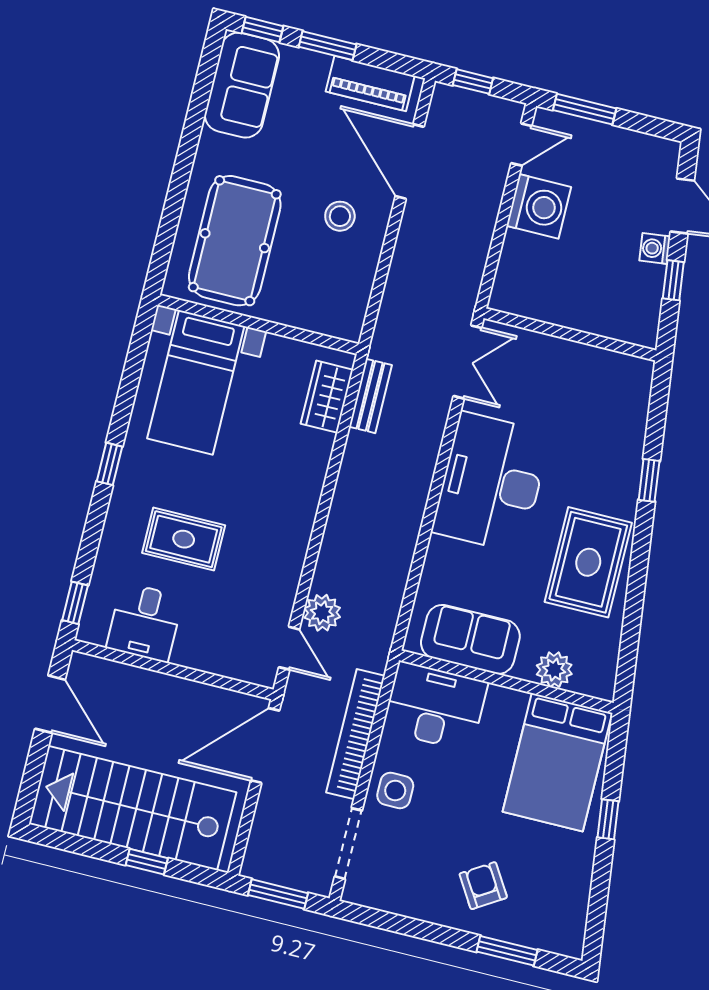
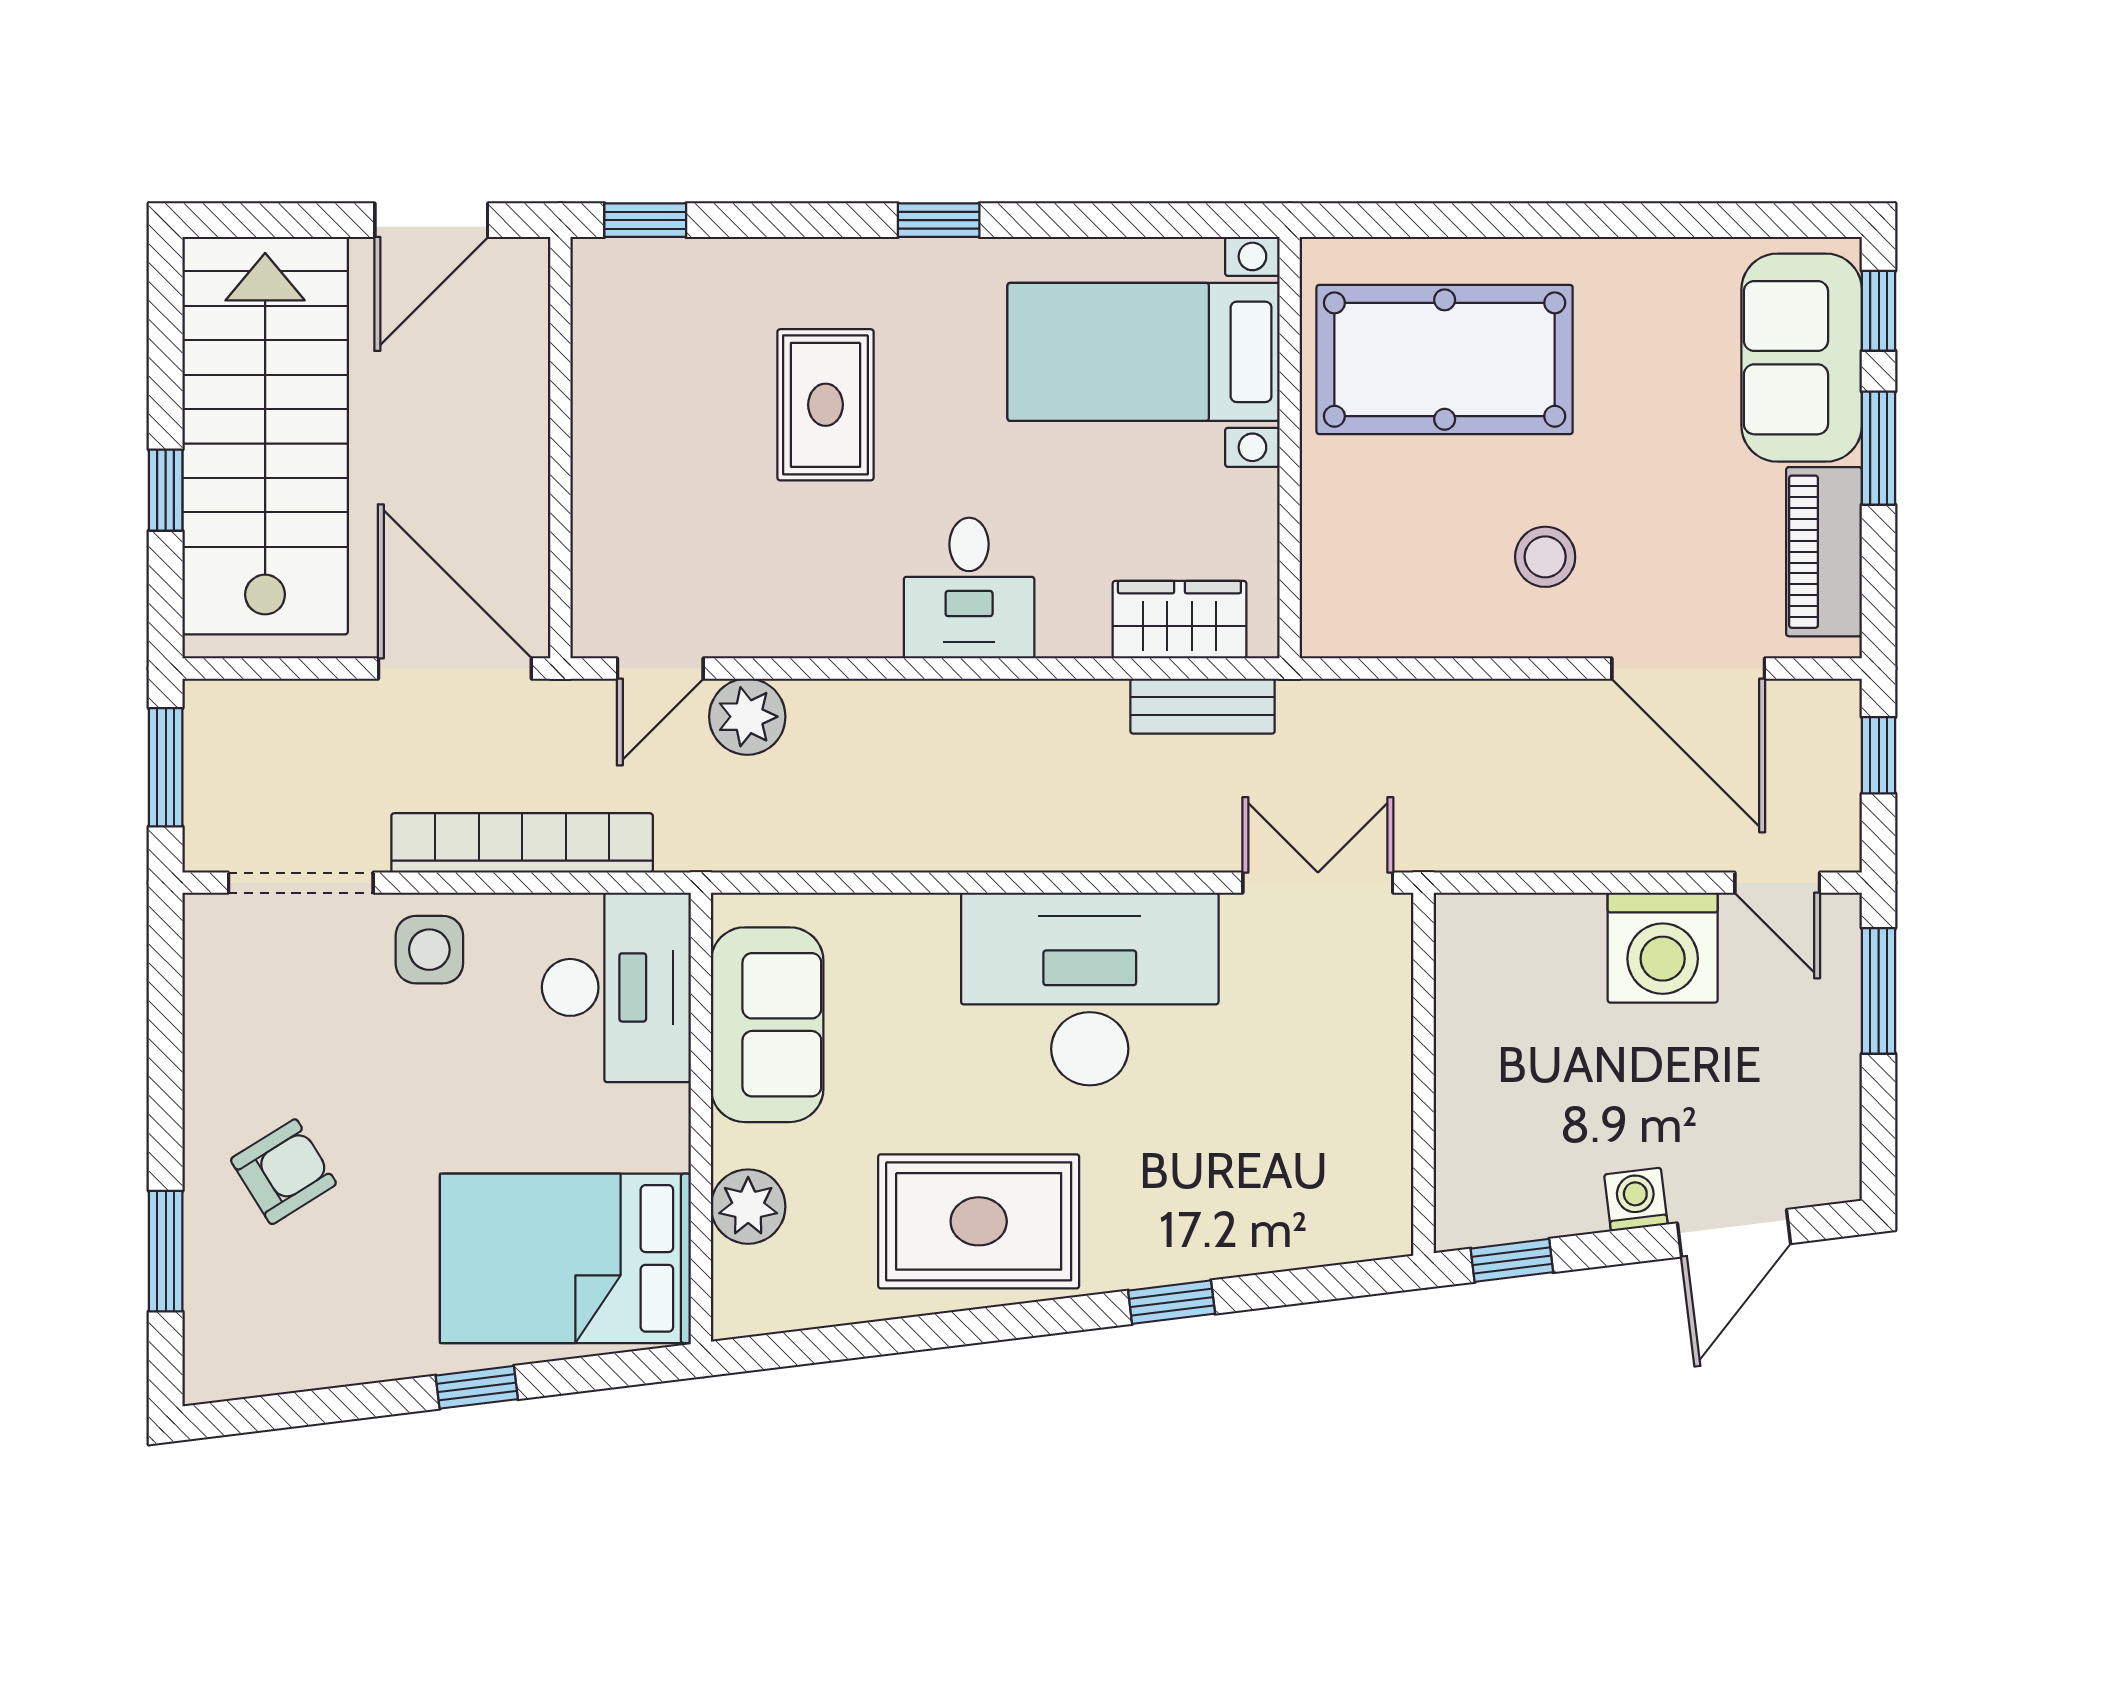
sofa: (242, 85) -> (1802, 358), moved, turned 90
door: (410, 161) -> (1688, 668), swing flipped
window: (673, 280) -> (1512, 1260), moved
double door: (468, 362) -> (1318, 883), swing flipped
desk: (145, 622) -> (969, 588), moved, turned -90

